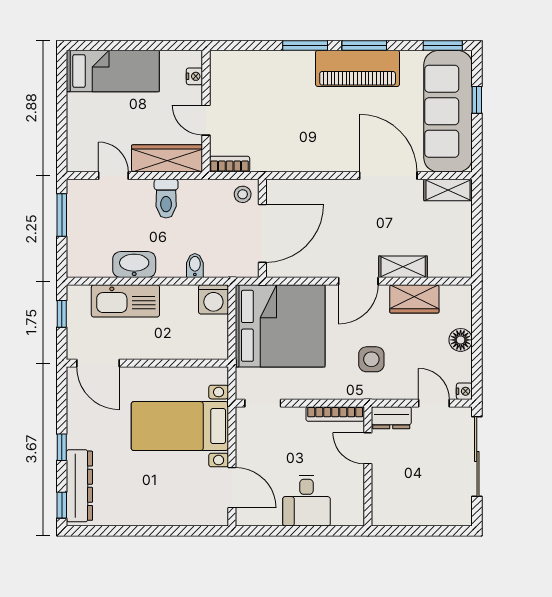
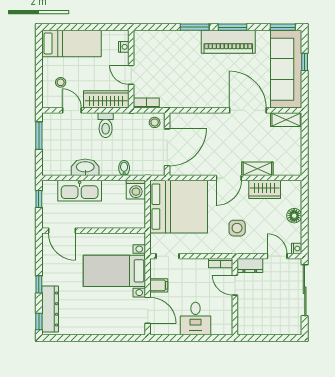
stool: (96, 132) -> (61, 82), added
bookcase: (335, 414) -> (221, 263), width x0.64
filing cabinet: (249, 449) -> (159, 285), added

